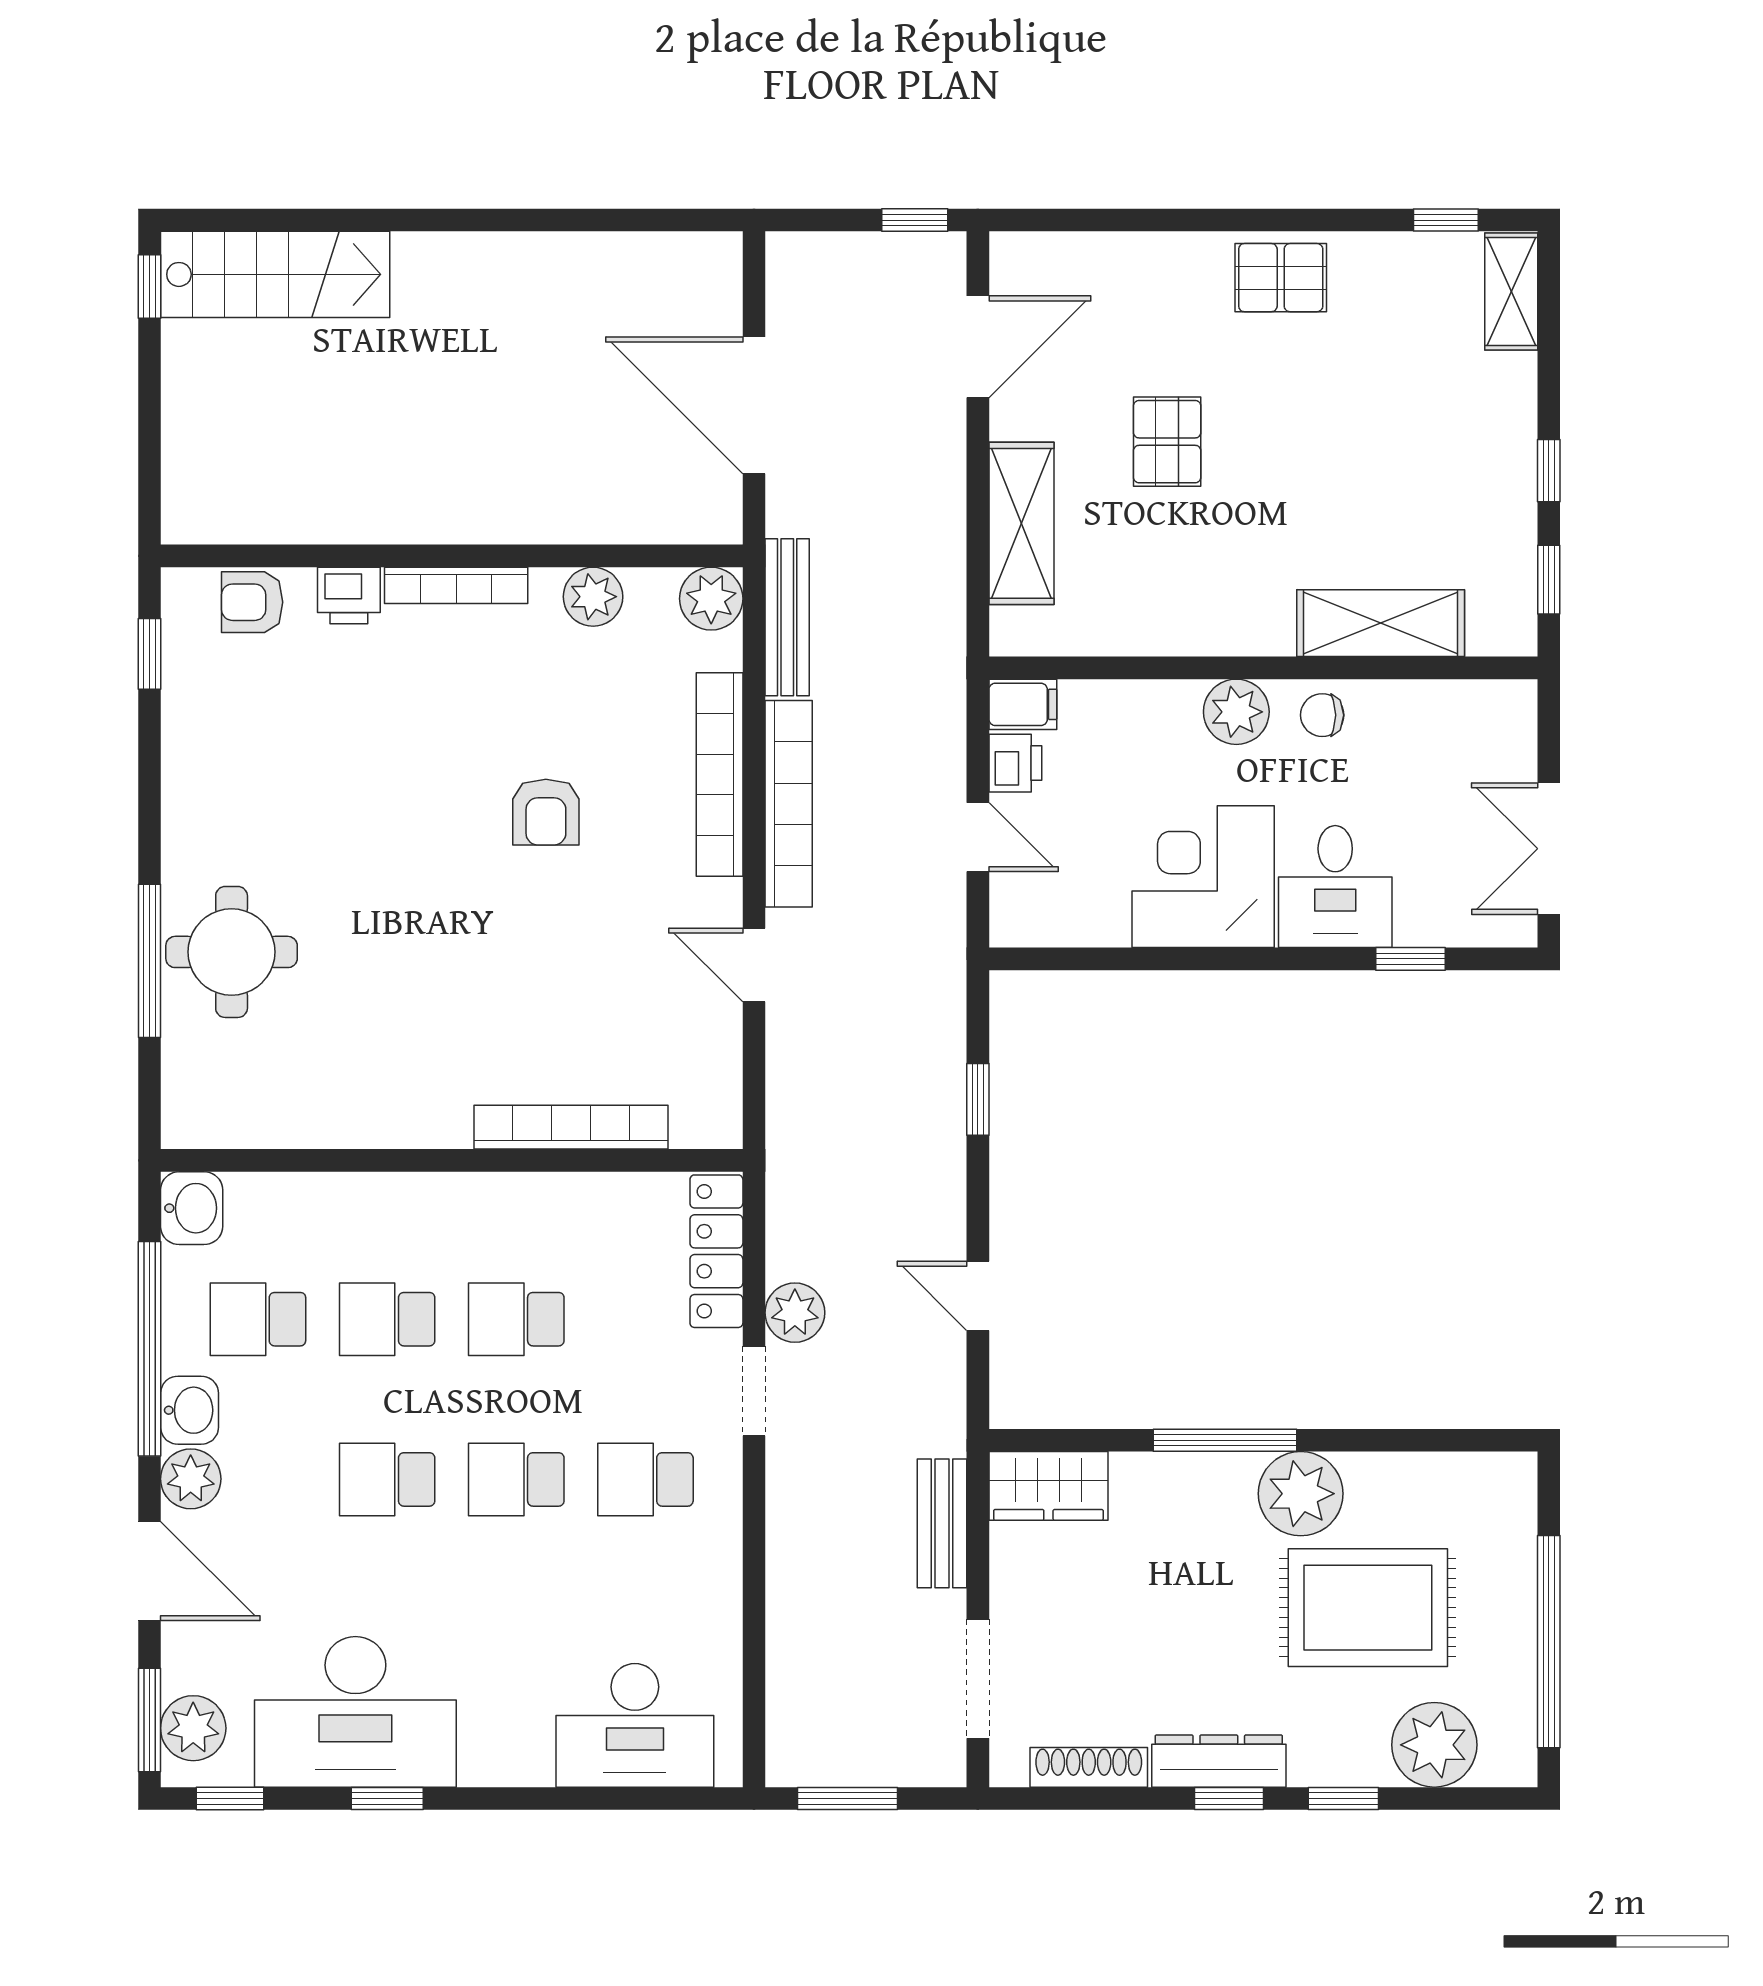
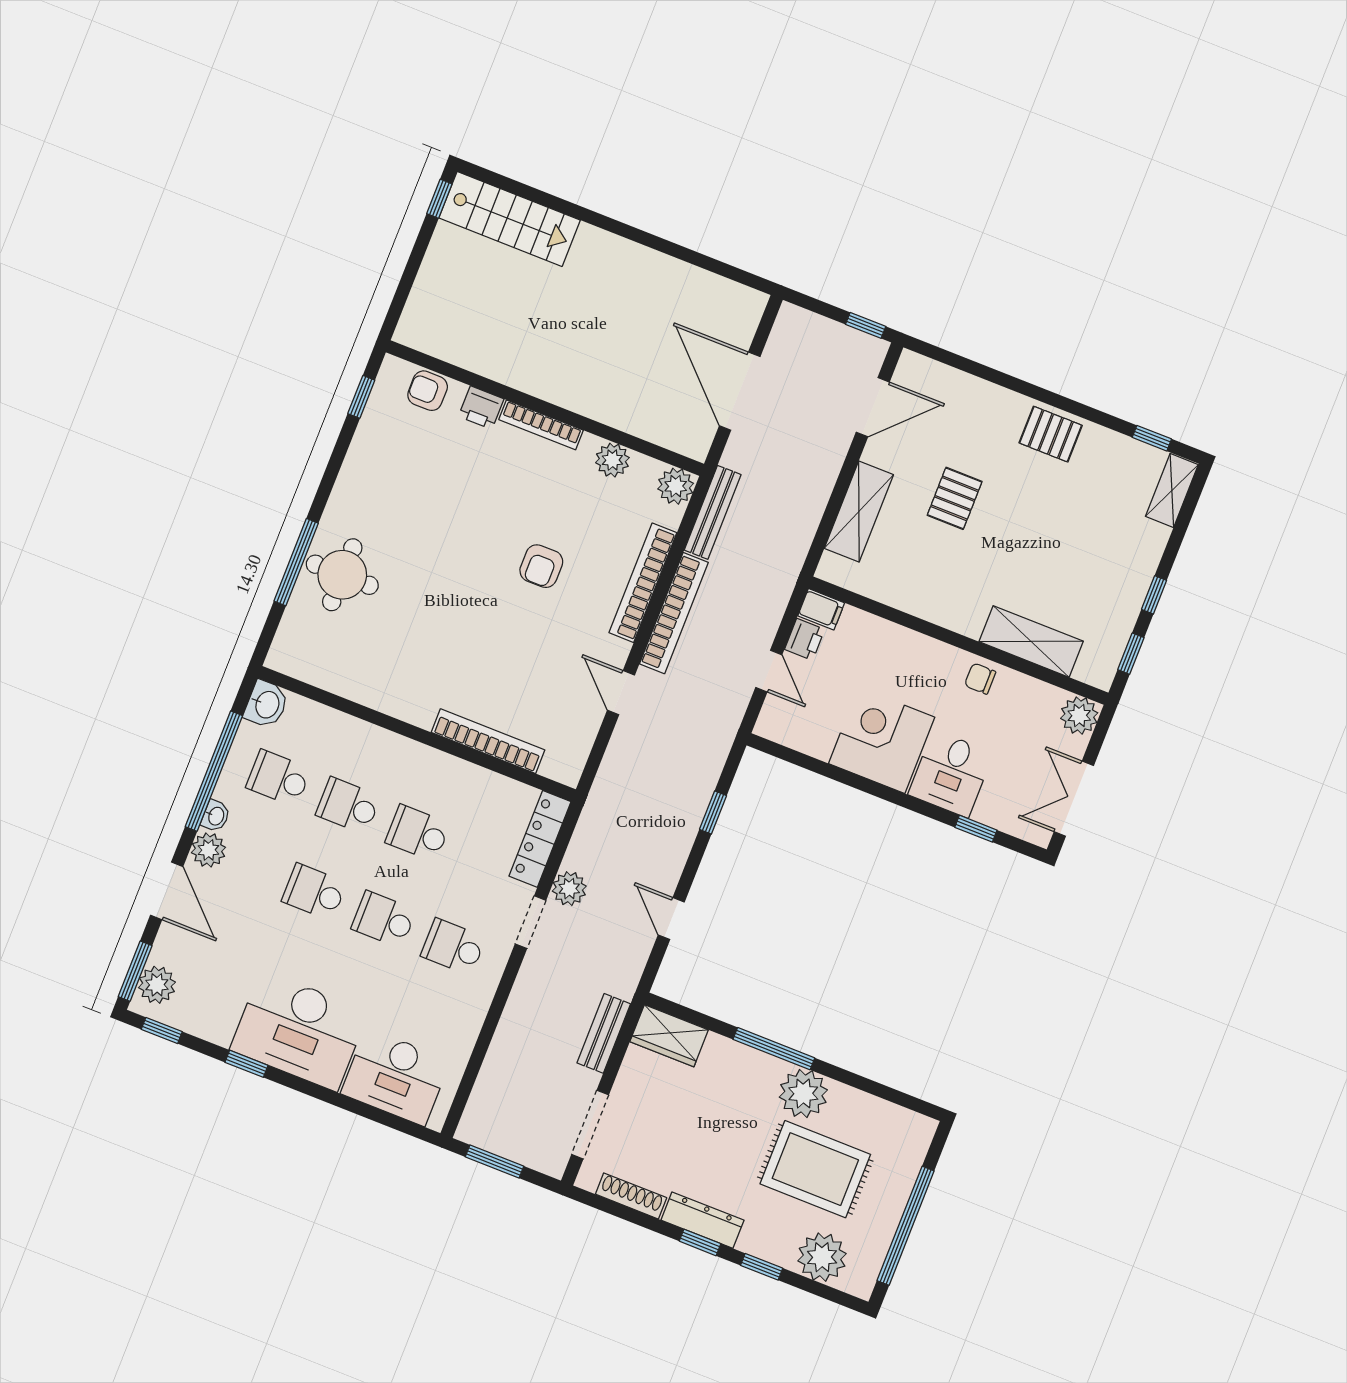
plant: (1236, 712) -> (1079, 716), moved
washbasin: (190, 1410) -> (216, 816), width x0.72, depth x0.69
desk: (355, 1712) -> (299, 1031), moved

